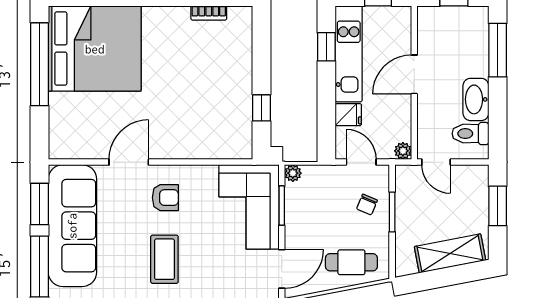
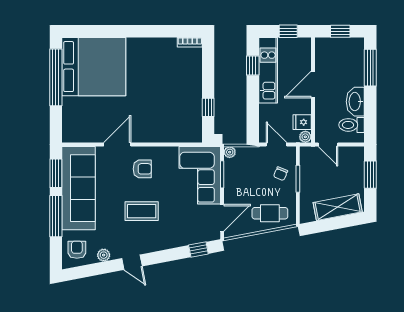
bookcase: (209, 13) -> (190, 42), moved
fridge: (348, 115) -> (302, 122), moved, turned 180
coffee table: (164, 259) -> (142, 211), turned 90

